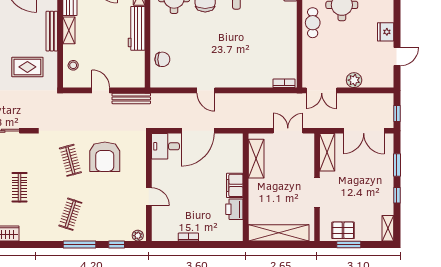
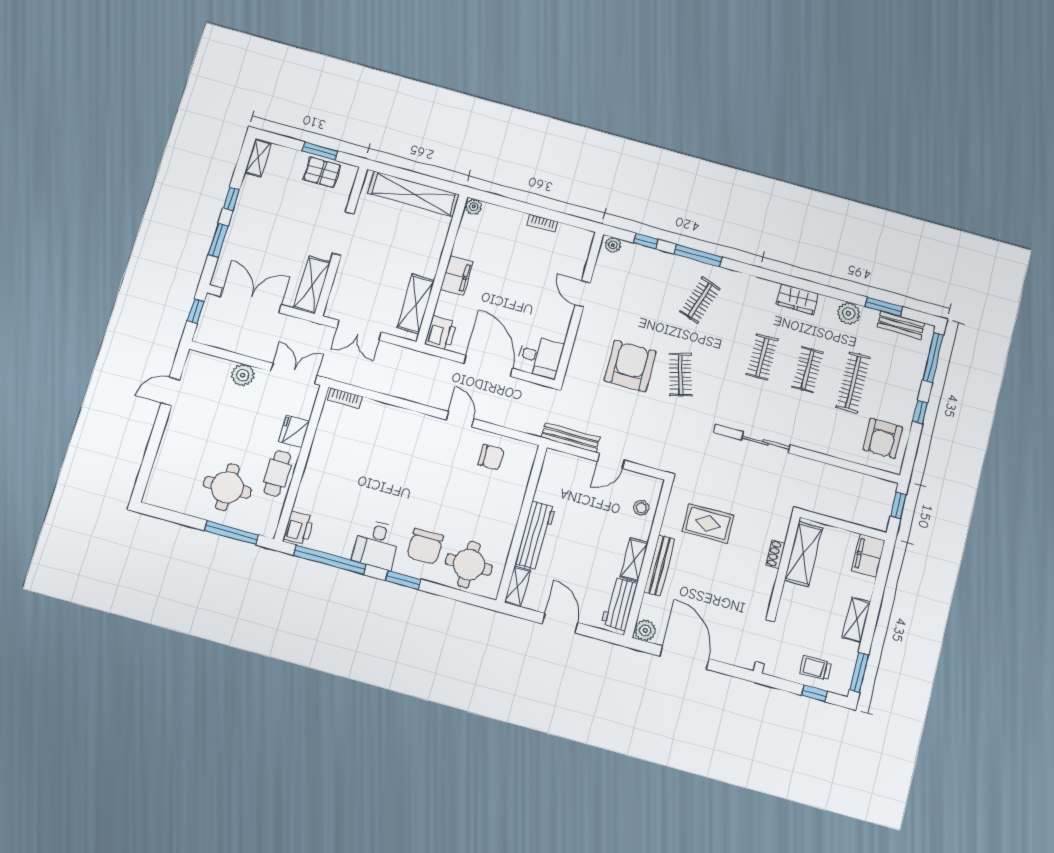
fridge: (386, 32) -> (294, 431), moved, turned 180
chair: (162, 59) -> (491, 457), moved, turned 180
door: (101, 90) -> (611, 461), hinge flipped
door: (198, 131) -> (488, 366), hinge flipped
printer: (234, 209) -> (441, 333), moved
plant: (237, 235) -> (474, 207), added

